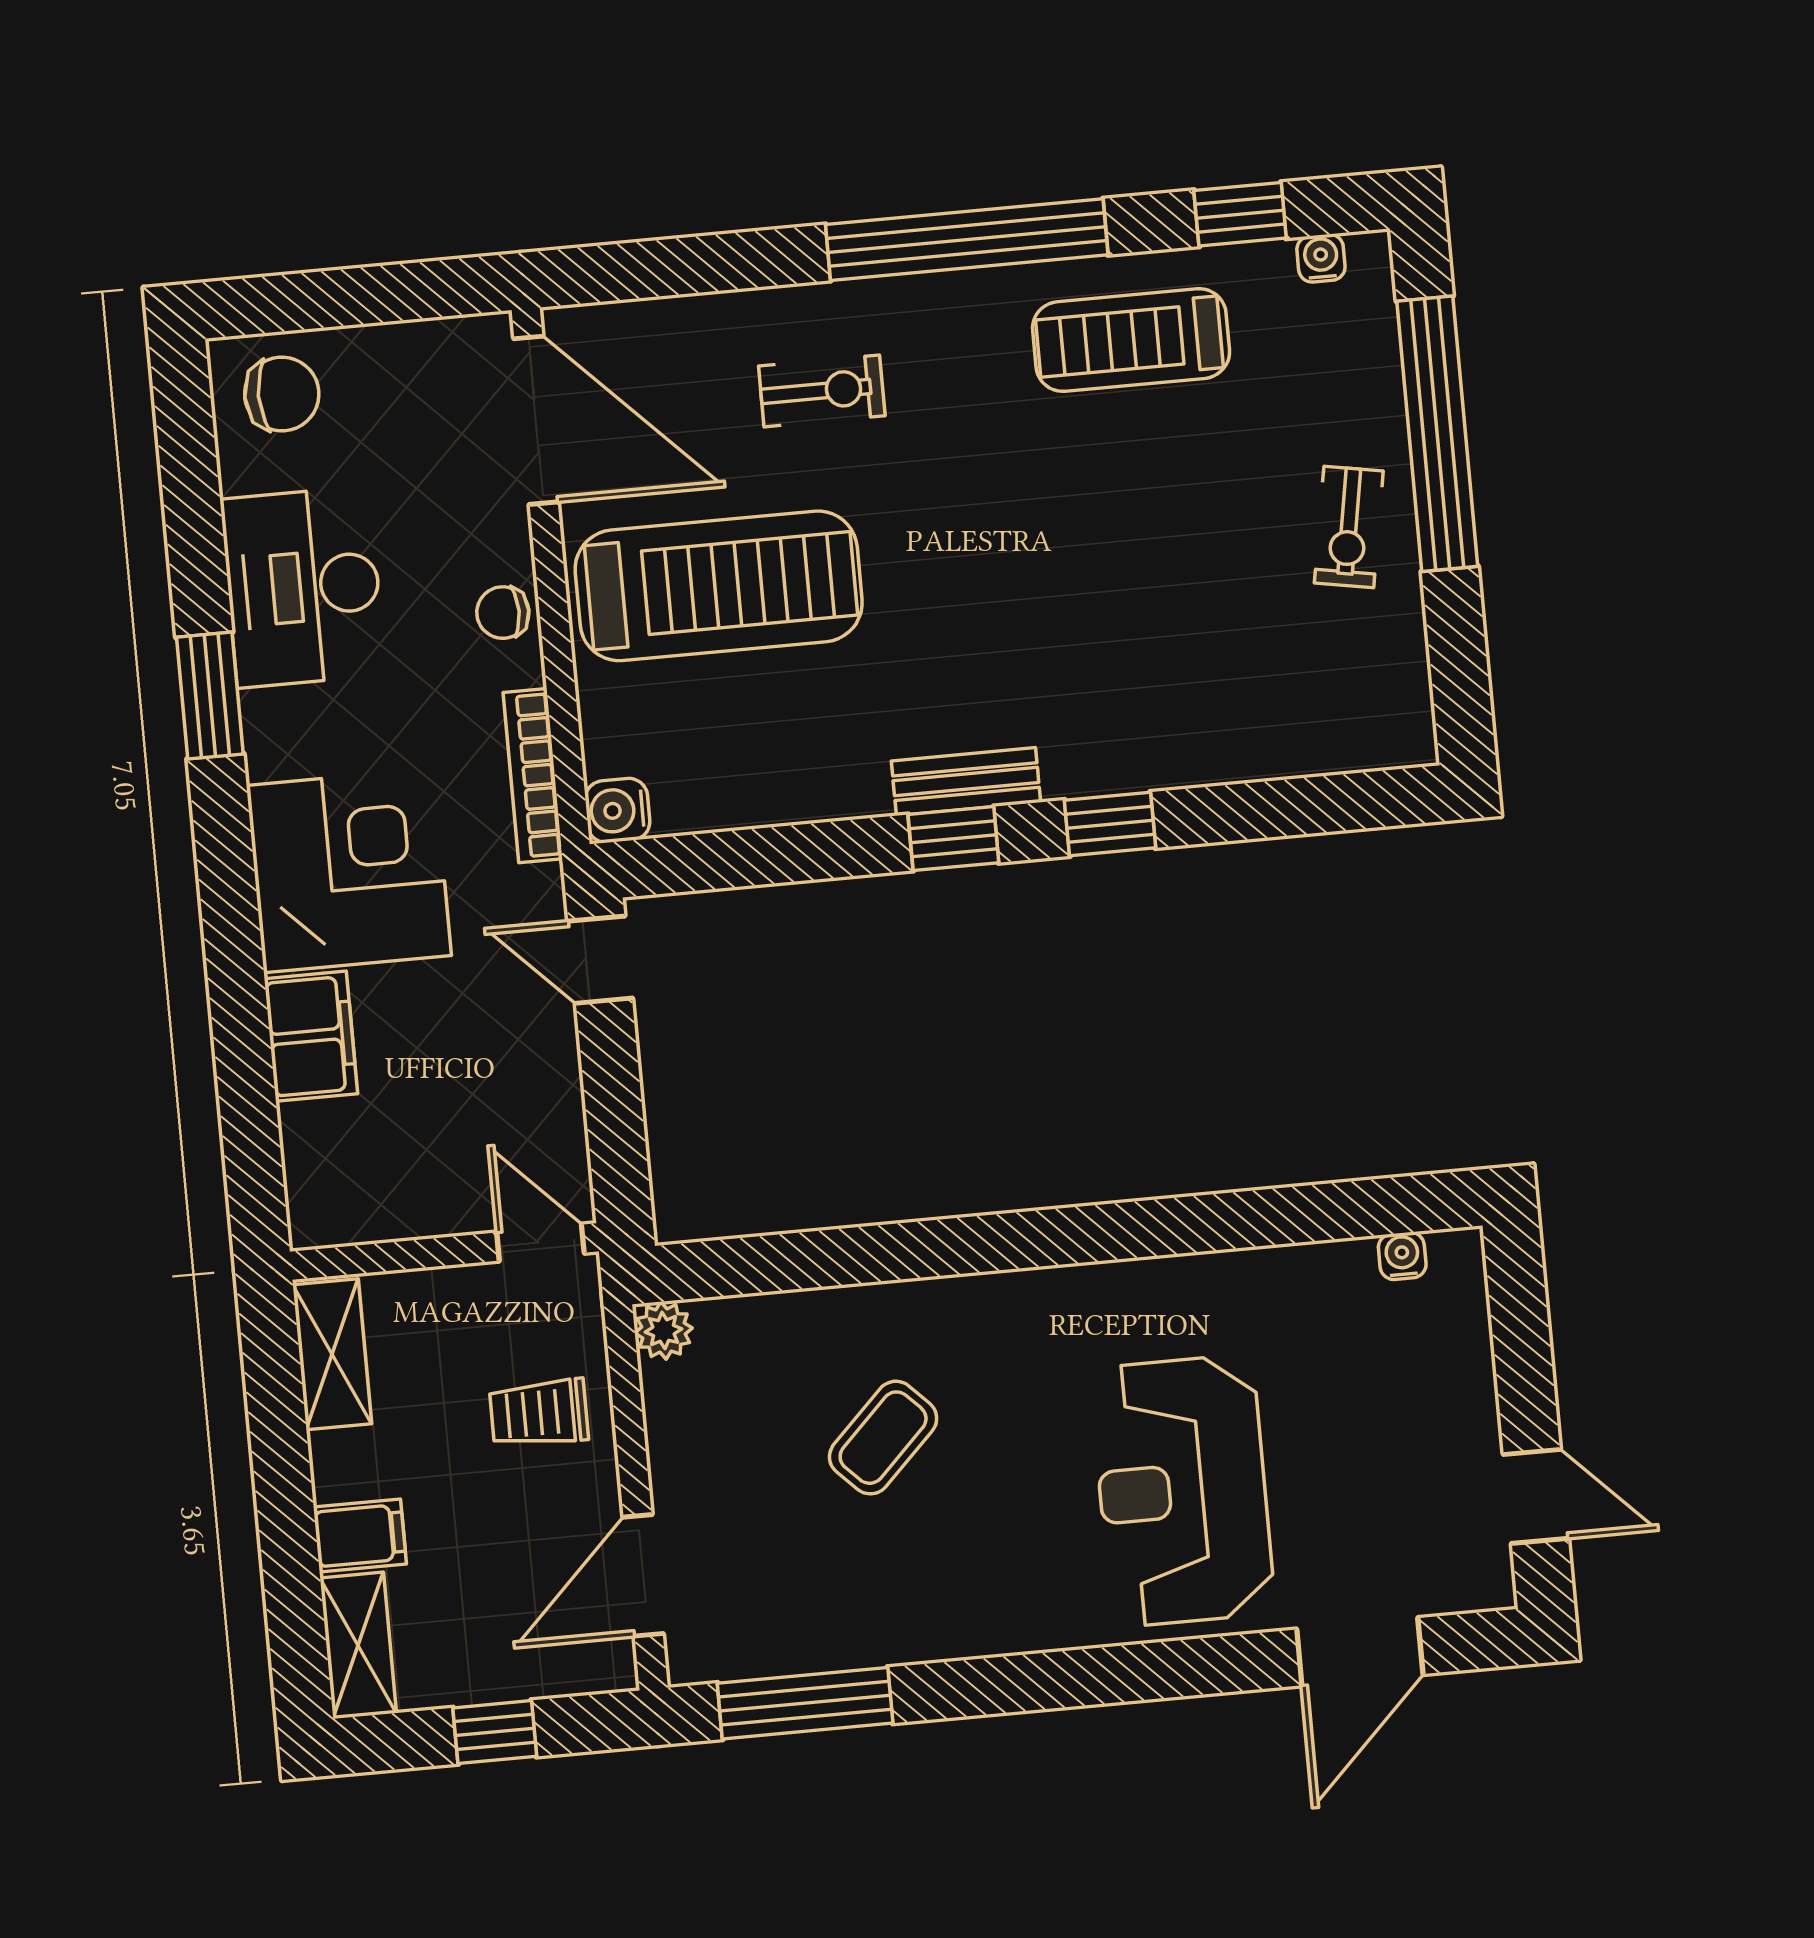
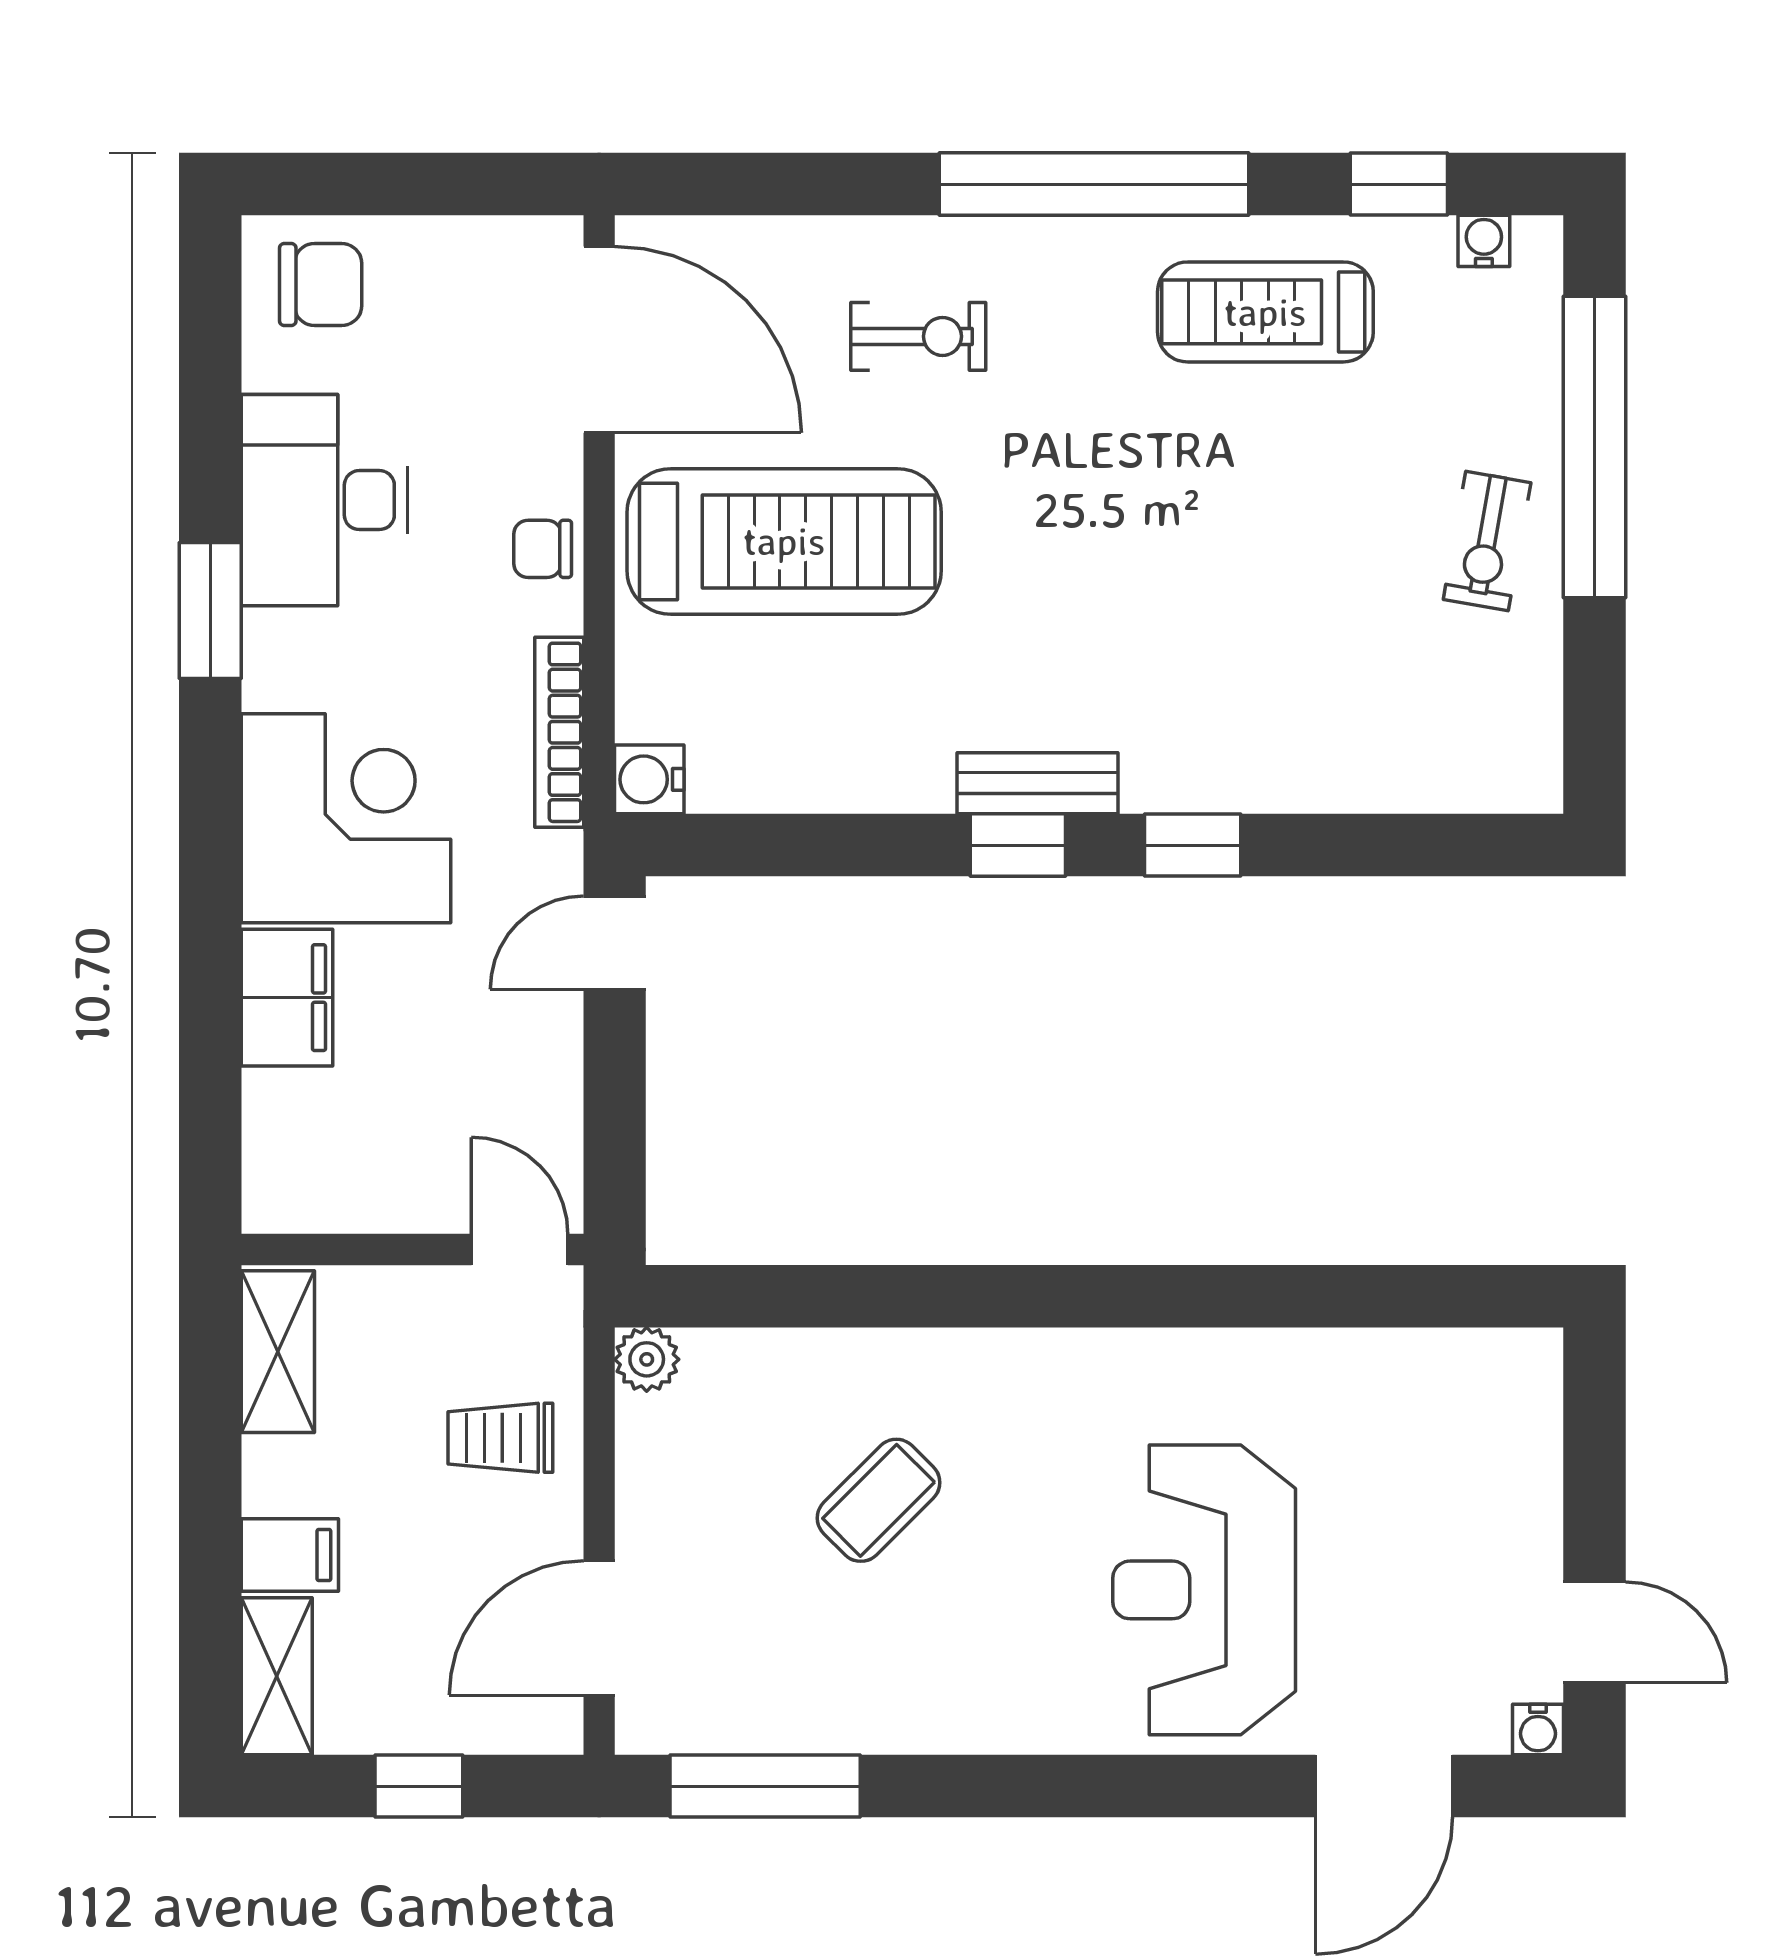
door: (600, 960) -> (615, 943), hinge flipped
water cooler: (1402, 1256) -> (1538, 1730), moved, turned 180

